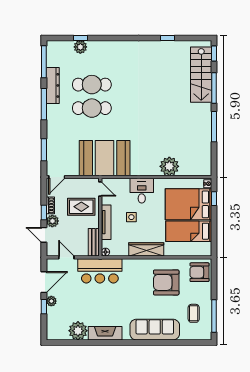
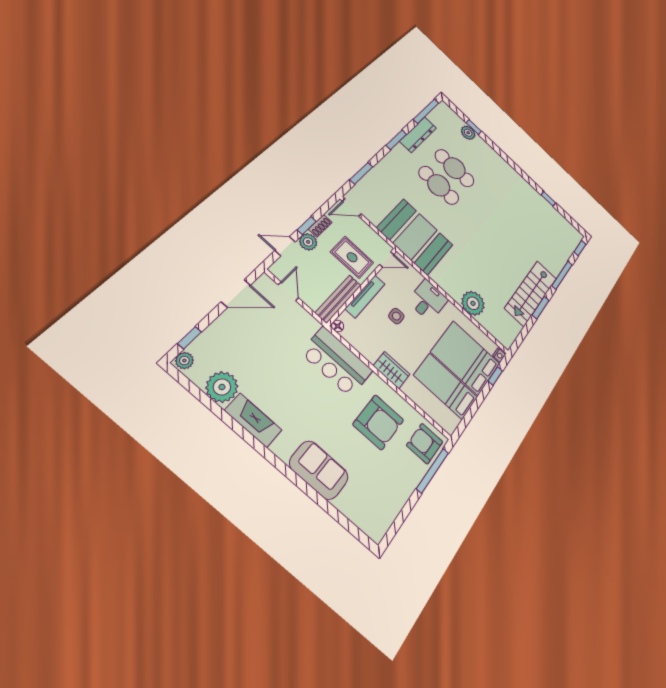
stairs: (201, 75) -> (531, 293), moved
window: (44, 104) -> (396, 140), width x0.69
window: (214, 127) -> (541, 308), width x0.69
door: (100, 189) -> (387, 259), hinge flipped
door: (44, 235) -> (285, 246), hinge flipped
bench: (94, 242) -> (338, 299), width x1.36
wardrobe: (146, 249) -> (392, 370), width x0.67
bar counter: (100, 271) -> (337, 362), moved
armchair: (166, 282) -> (378, 422), turned 180
plant: (51, 301) -> (184, 361), moved
window: (44, 307) -> (190, 338), moved
coffee table: (194, 313) -> (382, 490), removed
window: (214, 316) -> (433, 471), moved
sofa: (155, 330) -> (319, 470), width x0.73

